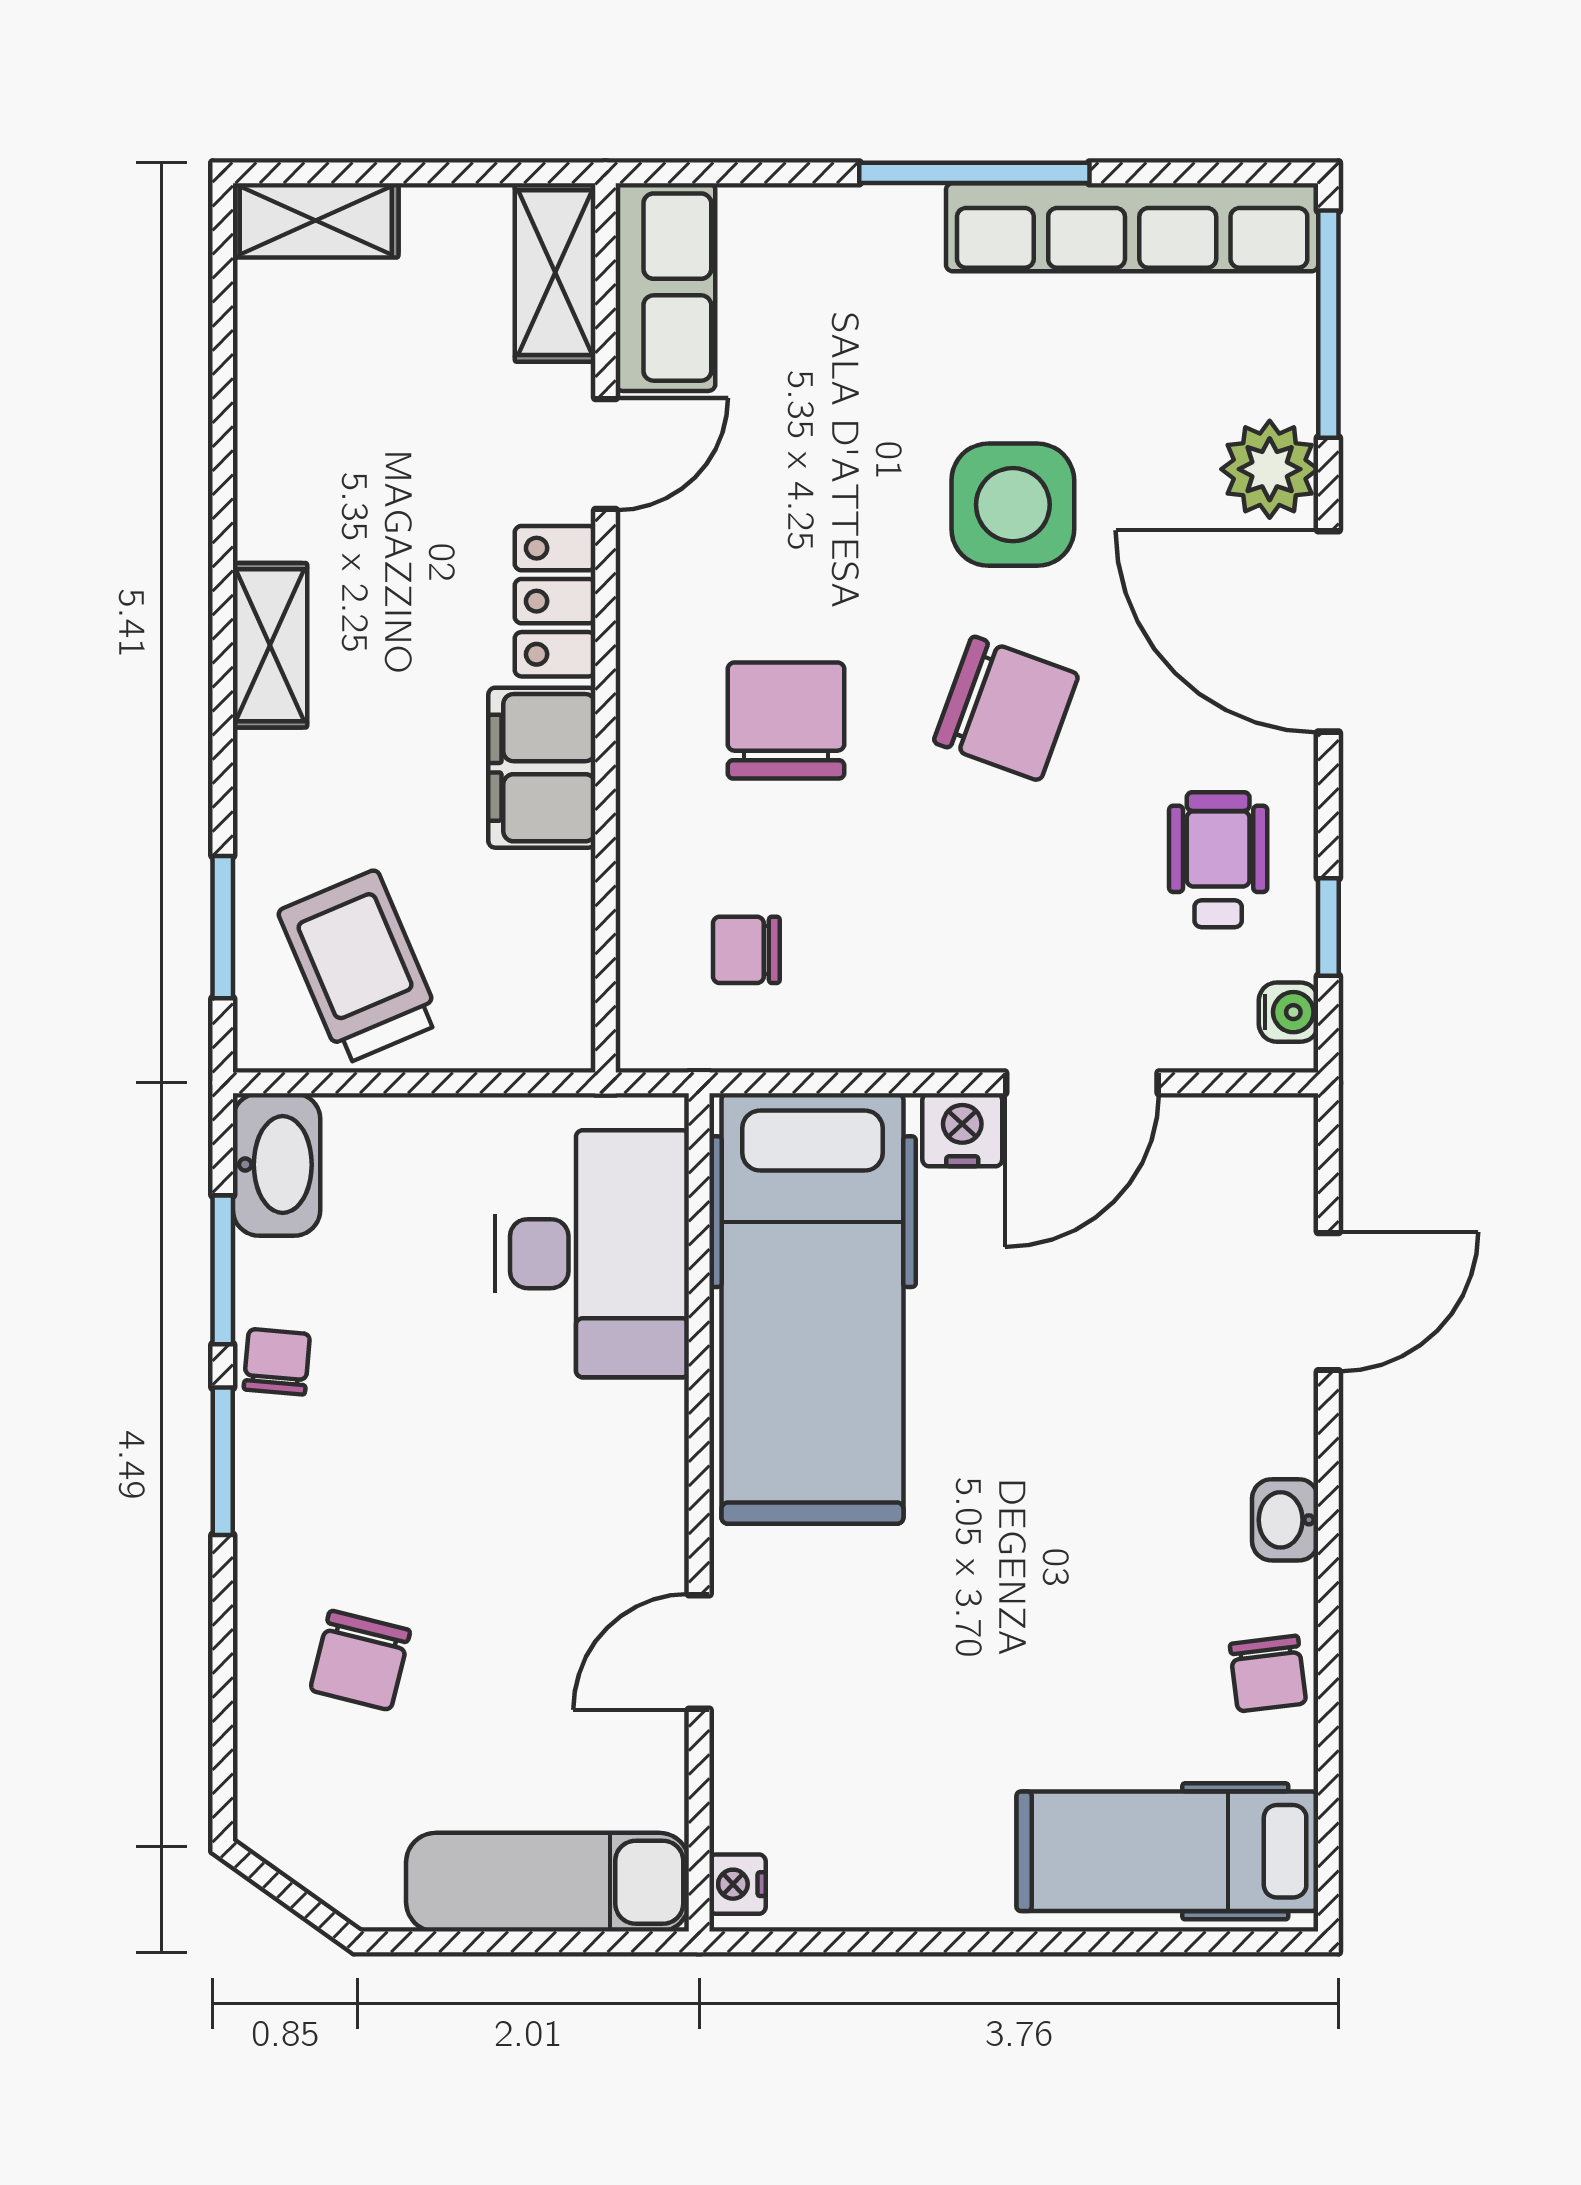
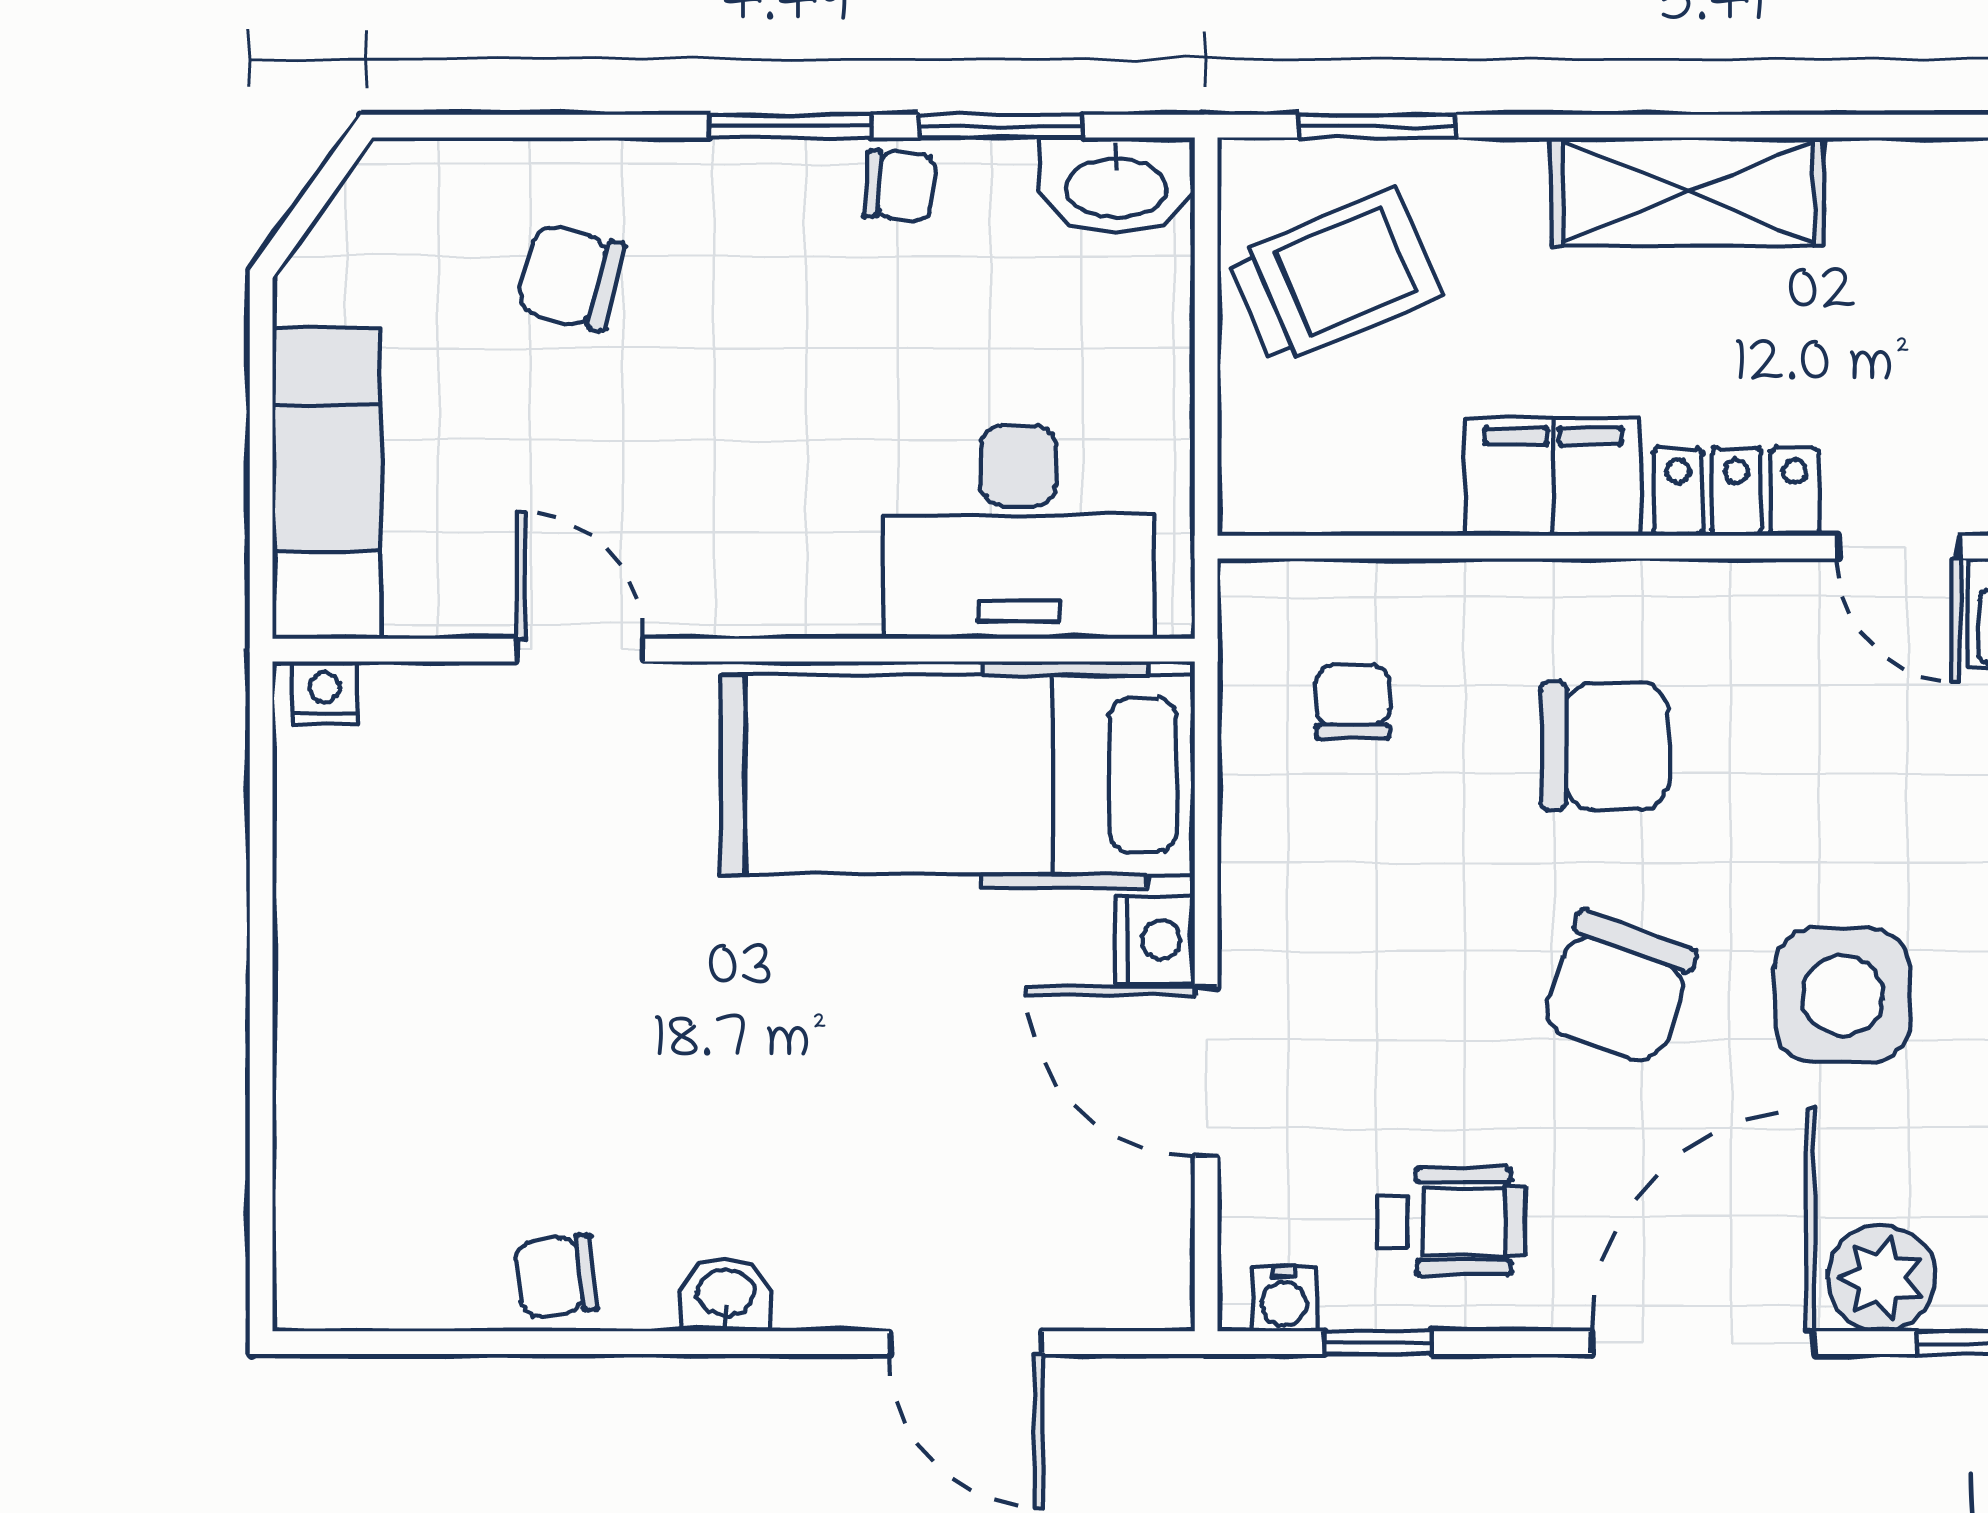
shelving: (270, 645) -> (1688, 192), width x1.50, depth x1.33
hospital bed: (1167, 1851) -> (361, 1165), removed

